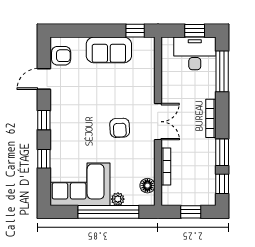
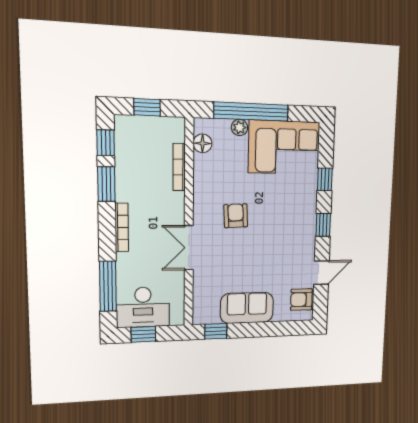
double door: (158, 122) -> (189, 248), moved

